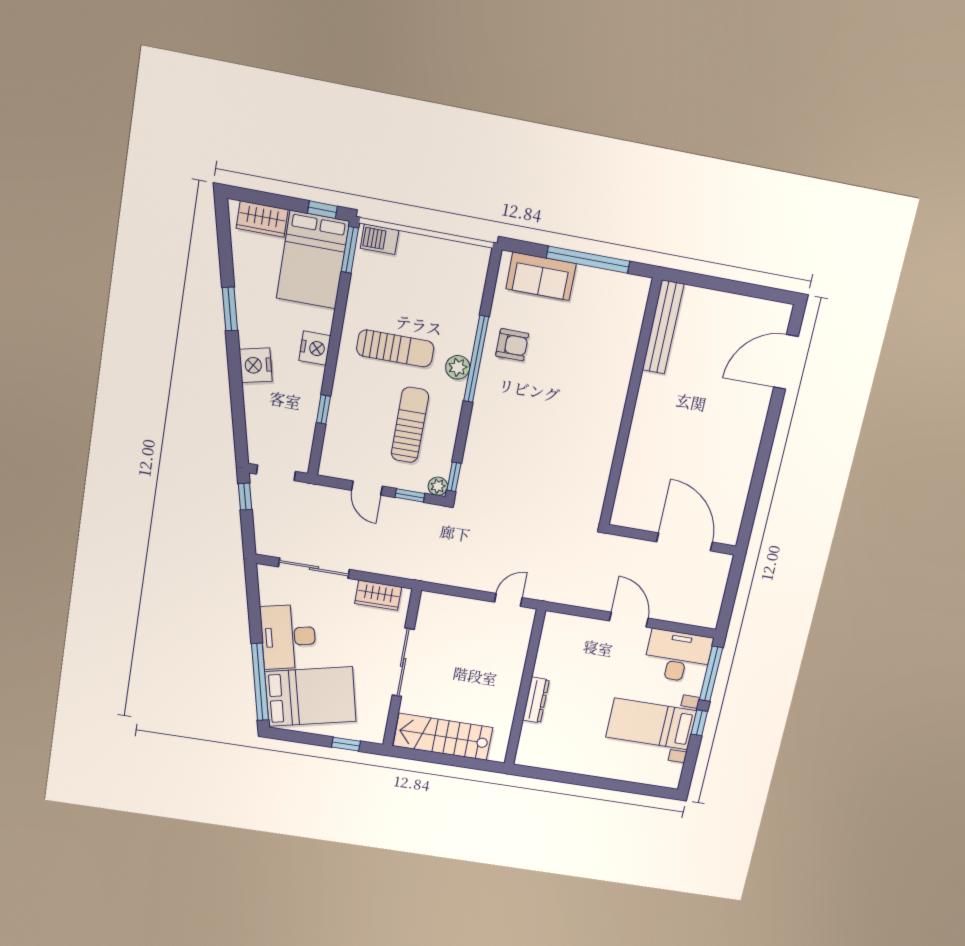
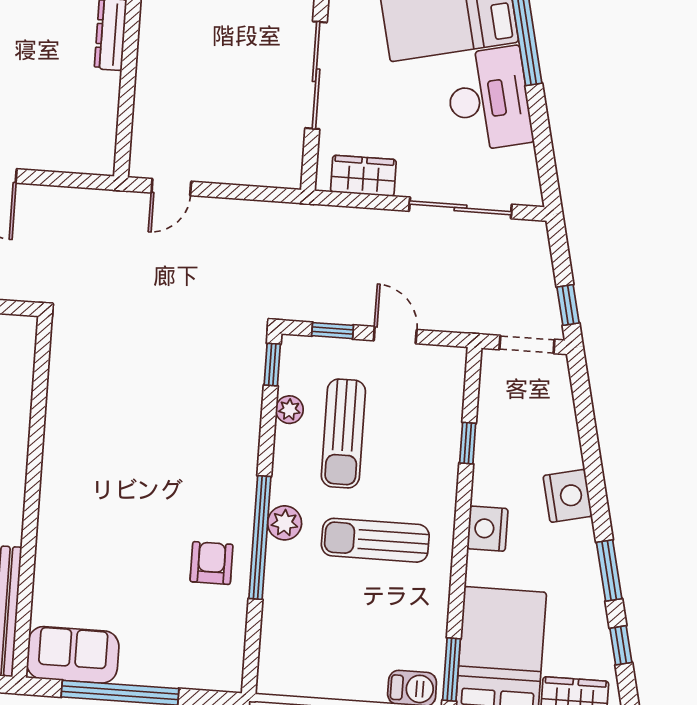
window: (225, 254) -> (621, 645), added
sofa: (541, 276) -> (73, 655), moved
armchair: (512, 345) -> (211, 563), turned 90
plant: (438, 486) -> (289, 410), moved

